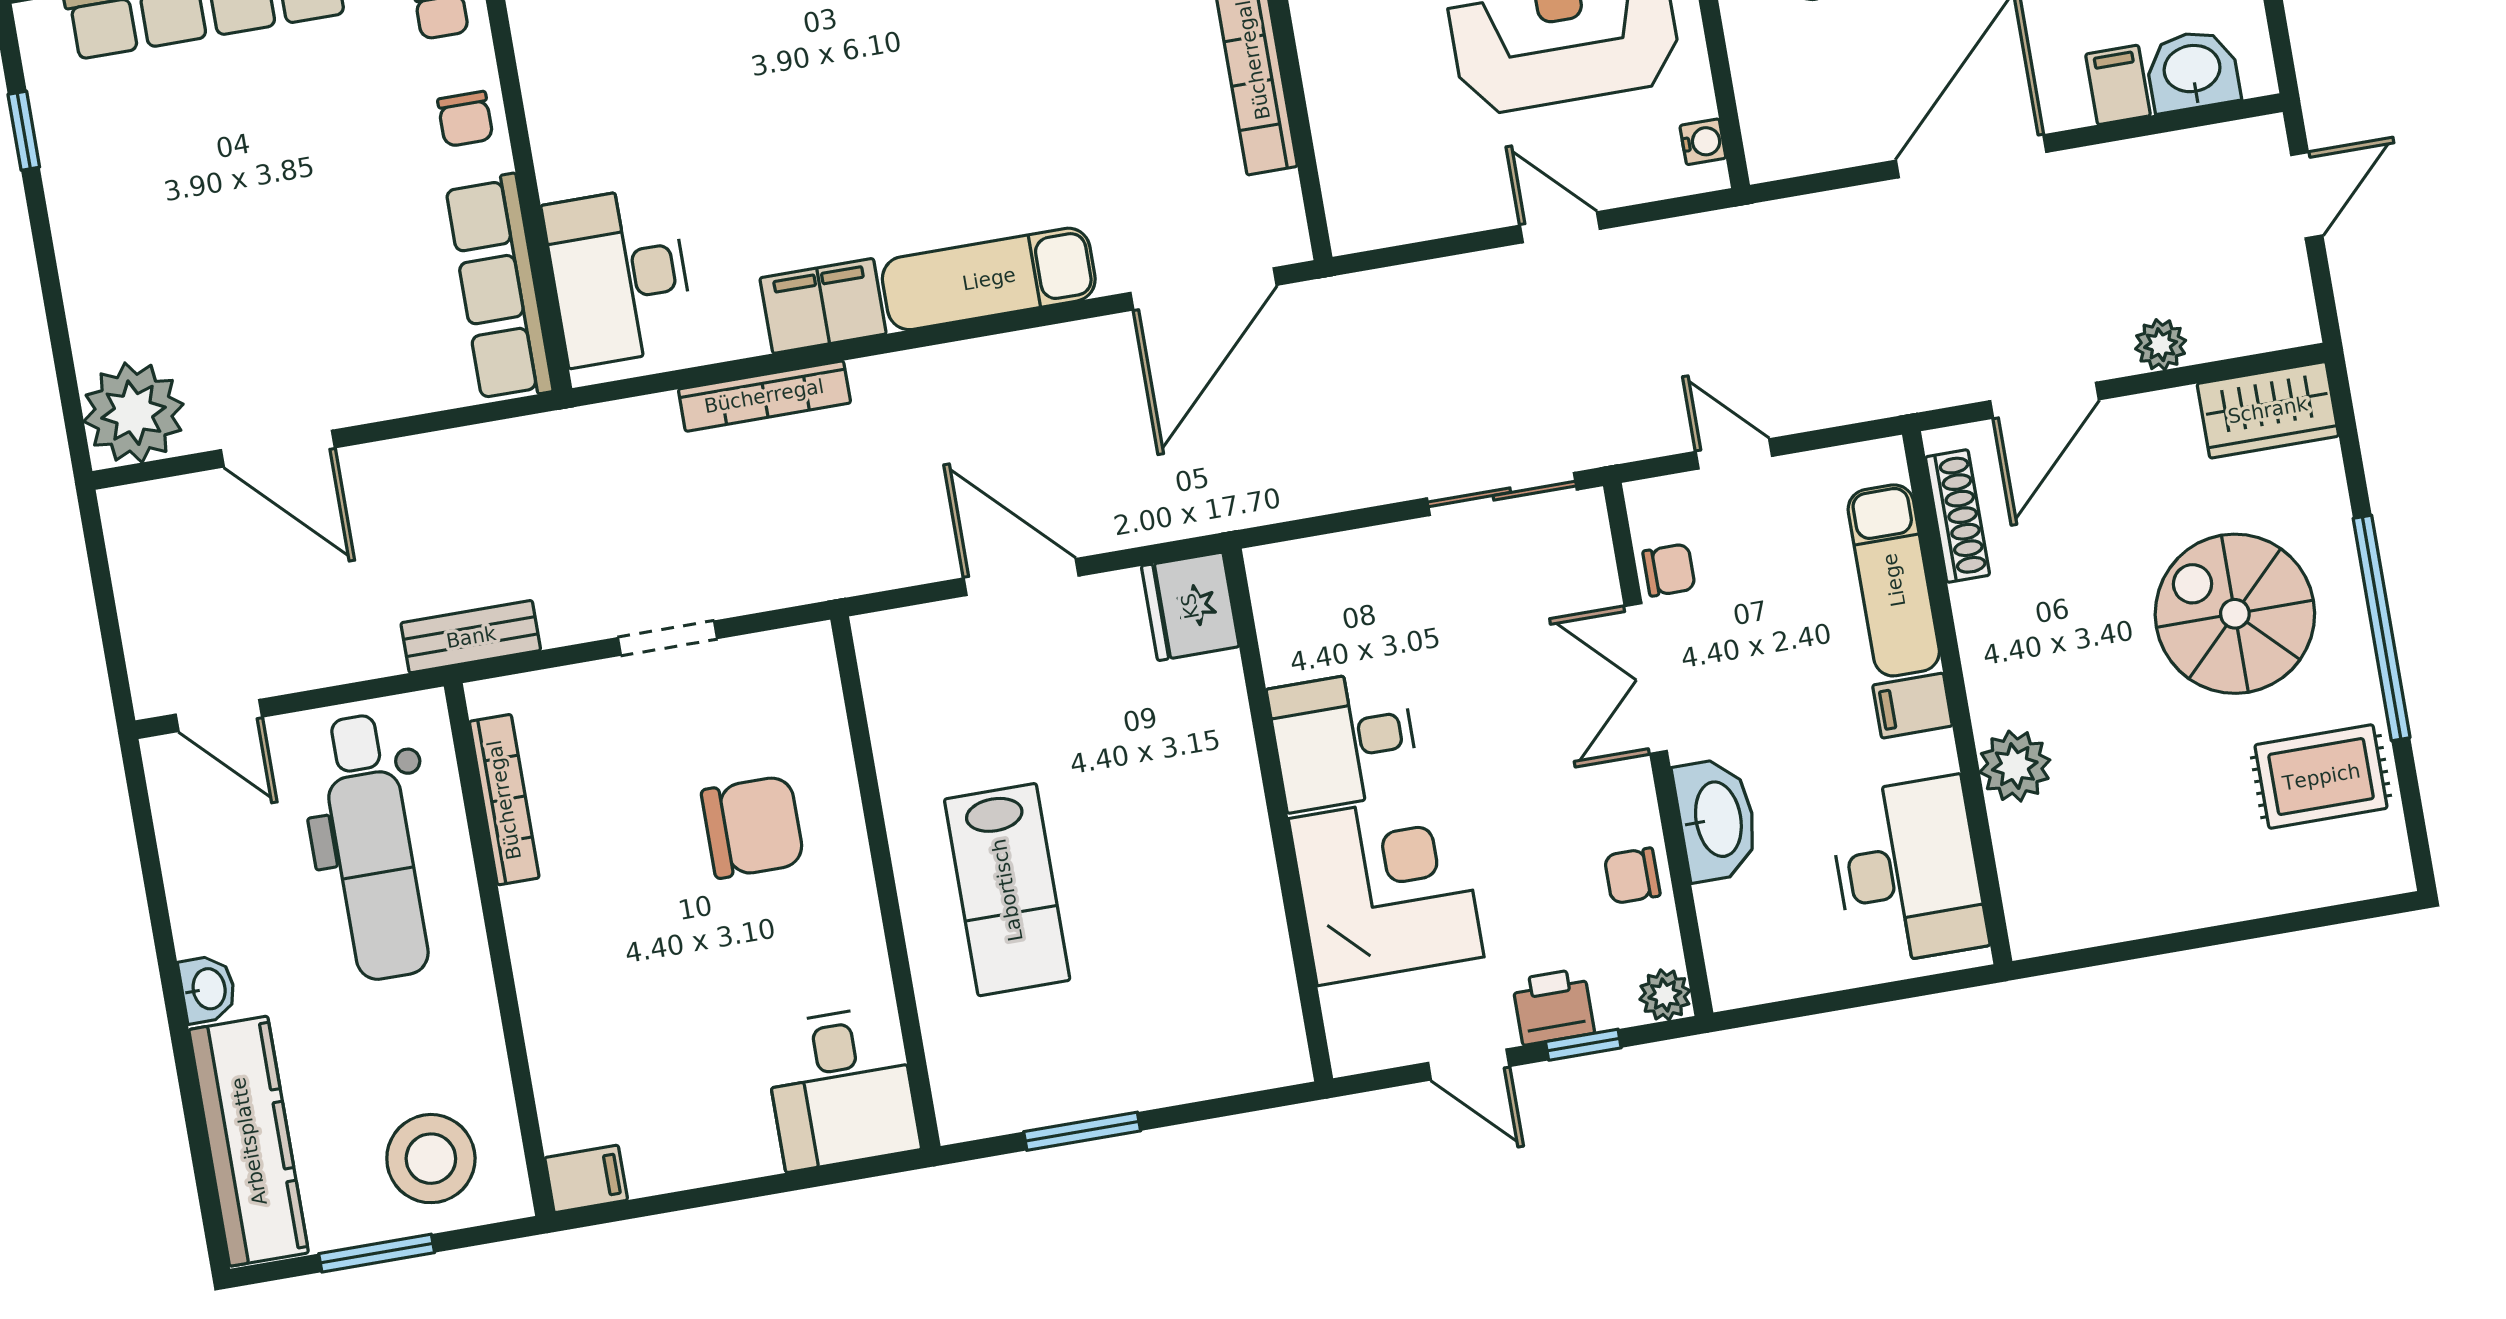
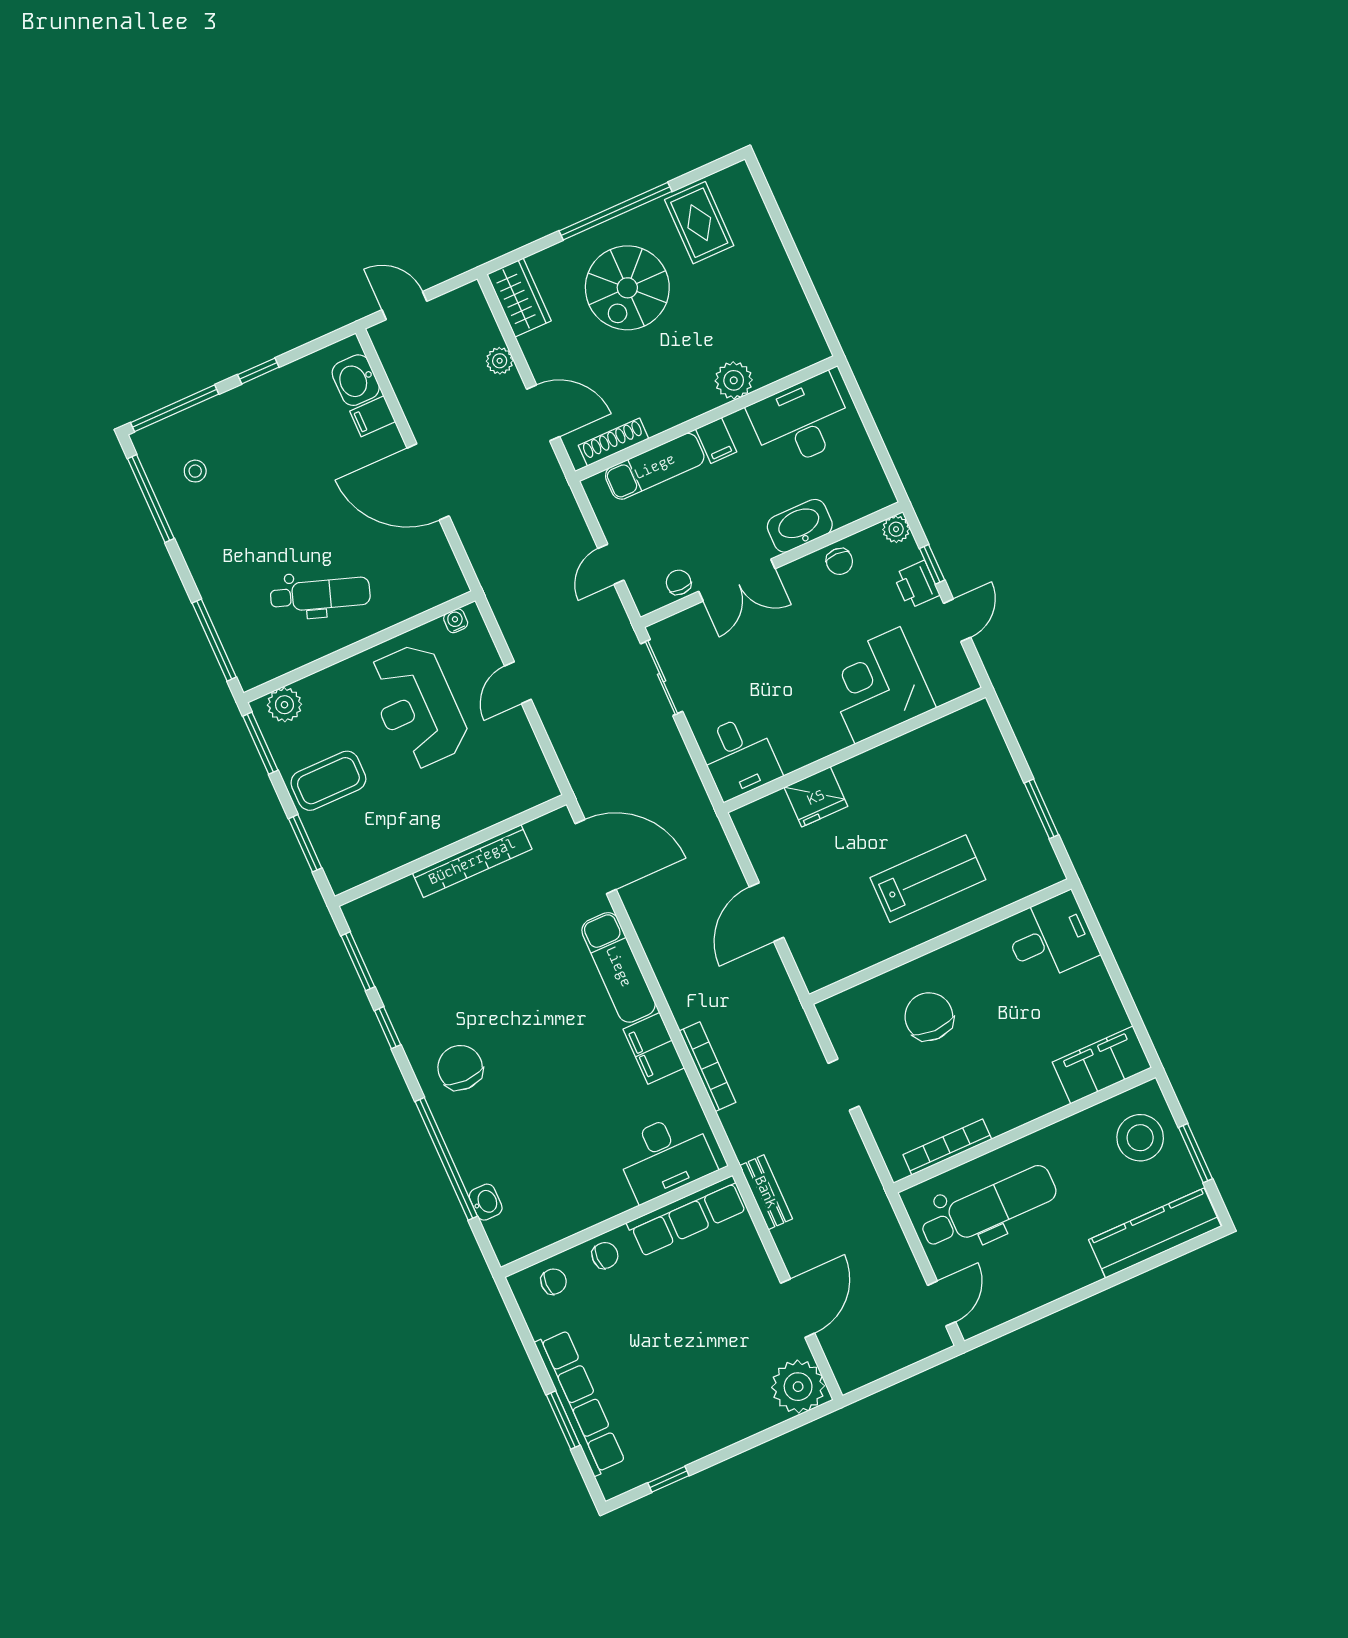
fridge: (1190, 606) -> (816, 797), moved
bench: (471, 637) -> (766, 1192), moved
desk: (1344, 740) -> (739, 757), moved
washbasin: (208, 989) -> (1083, 1274), removed
filing cabinet: (586, 1179) -> (1102, 1065), width x3.00, depth x1.17

